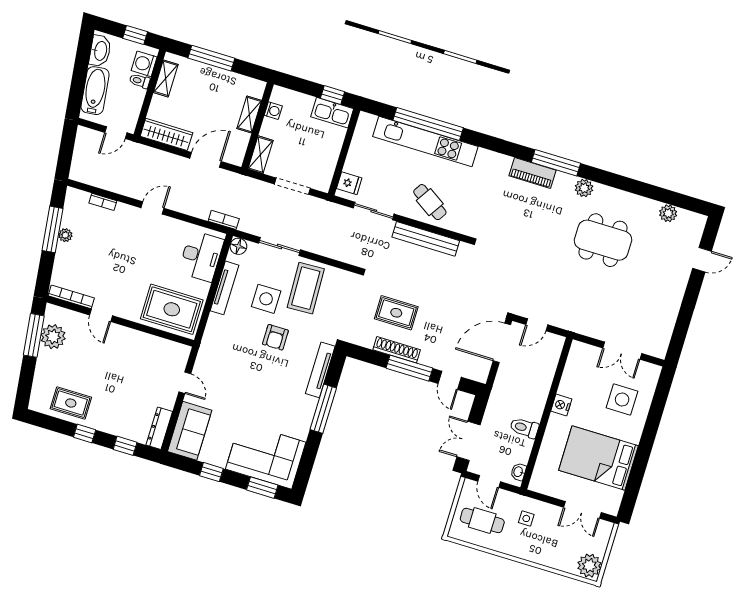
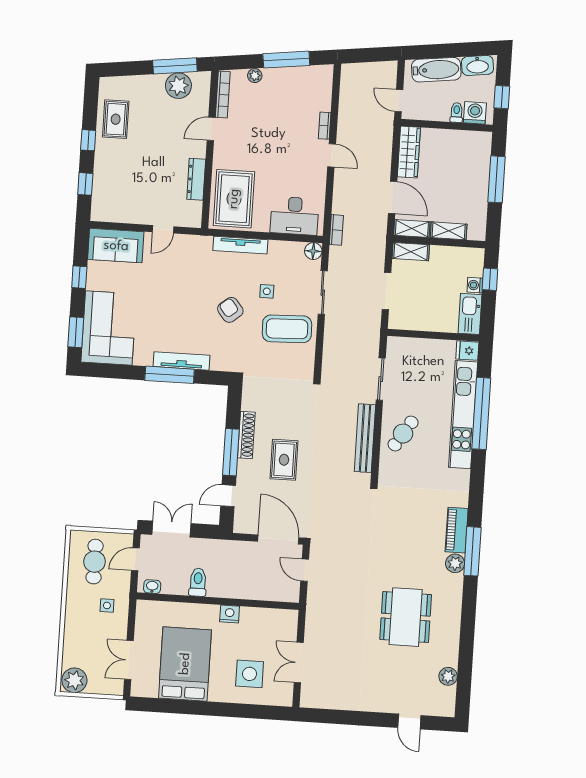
shelving: (166, 78) -> (412, 228), moved
window: (332, 95) -> (490, 279), moved
washing machine: (273, 111) -> (475, 285), moved, turned 90
fridge: (349, 183) -> (467, 351), moved, turned 90
plant: (584, 188) -> (455, 563), moved
bookcase: (103, 202) -> (325, 126), moved
plant: (65, 235) -> (255, 76), moved
tv unit: (225, 288) -> (240, 245), moved
side table: (266, 299) -> (267, 291), width x0.54, depth x0.54
rug: (396, 313) -> (284, 460), moved
armchair: (275, 337) -> (230, 310), turned 51
tv unit: (320, 370) -> (182, 361), moved
dresser: (159, 428) -> (196, 179), moved, turned -90

